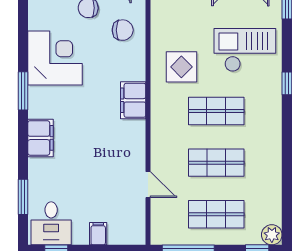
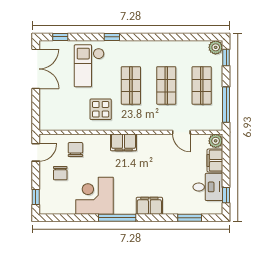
window: (23, 91) -> (117, 218), width x1.44
door: (148, 185) -> (181, 132), swing flipped
desk: (51, 223) -> (208, 187), moved
filing cabinet: (98, 234) -> (215, 161), width x2.00
plant: (135, 235) -> (216, 141), added

